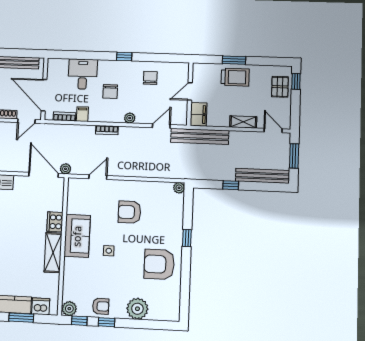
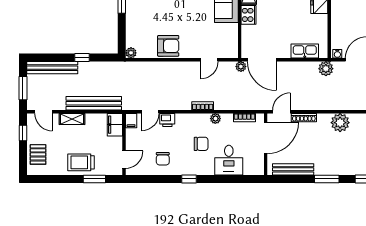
window: (234, 60) -> (94, 179), moved
window: (296, 81) -> (23, 133), moved
door: (190, 91) -> (124, 160), moved
chair: (110, 92) -> (201, 144), turned 90
door: (44, 95) -> (266, 138), hinge flipped
filing cabinet: (82, 114) -> (131, 121), moved
printer: (144, 117) -> (167, 120), added
plant: (130, 118) -> (215, 119), moved
bench: (200, 136) -> (94, 103), moved
armchair: (129, 212) -> (168, 46), moved

